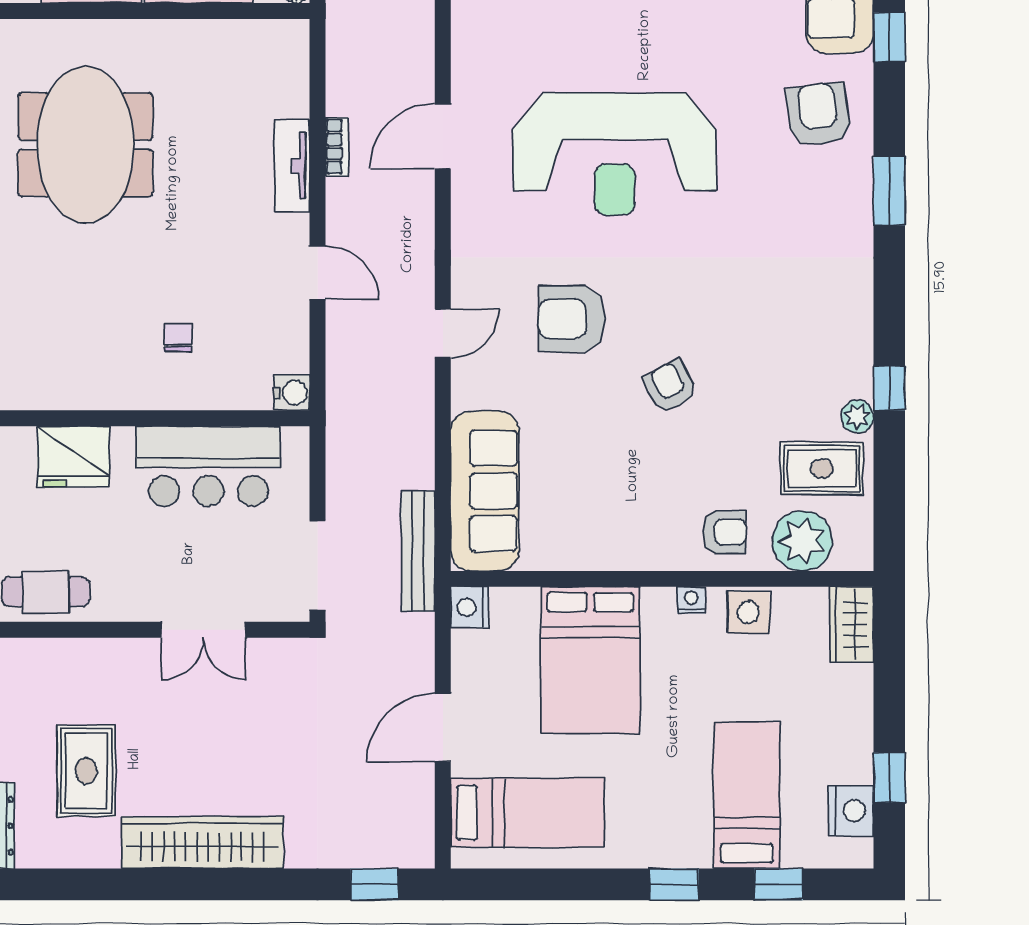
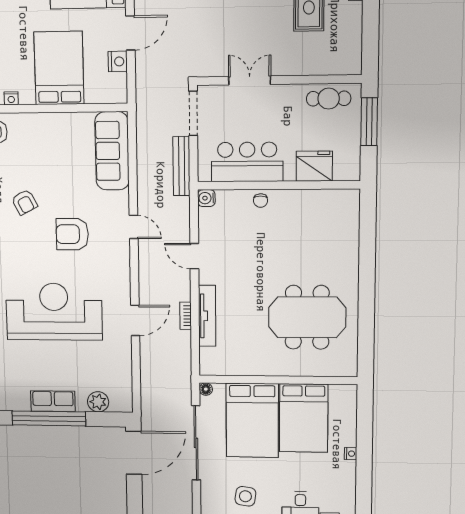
meeting table: (85, 145) -> (307, 317), turned 90
tv unit: (292, 165) -> (207, 316), width x1.41
armchair: (572, 319) -> (72, 234), turned 180
door: (443, 333) -> (134, 227), swing flipped
chair: (178, 338) -> (261, 201), moved
bench: (418, 551) -> (182, 166), moved
nightstand: (470, 607) -> (118, 61), moved

